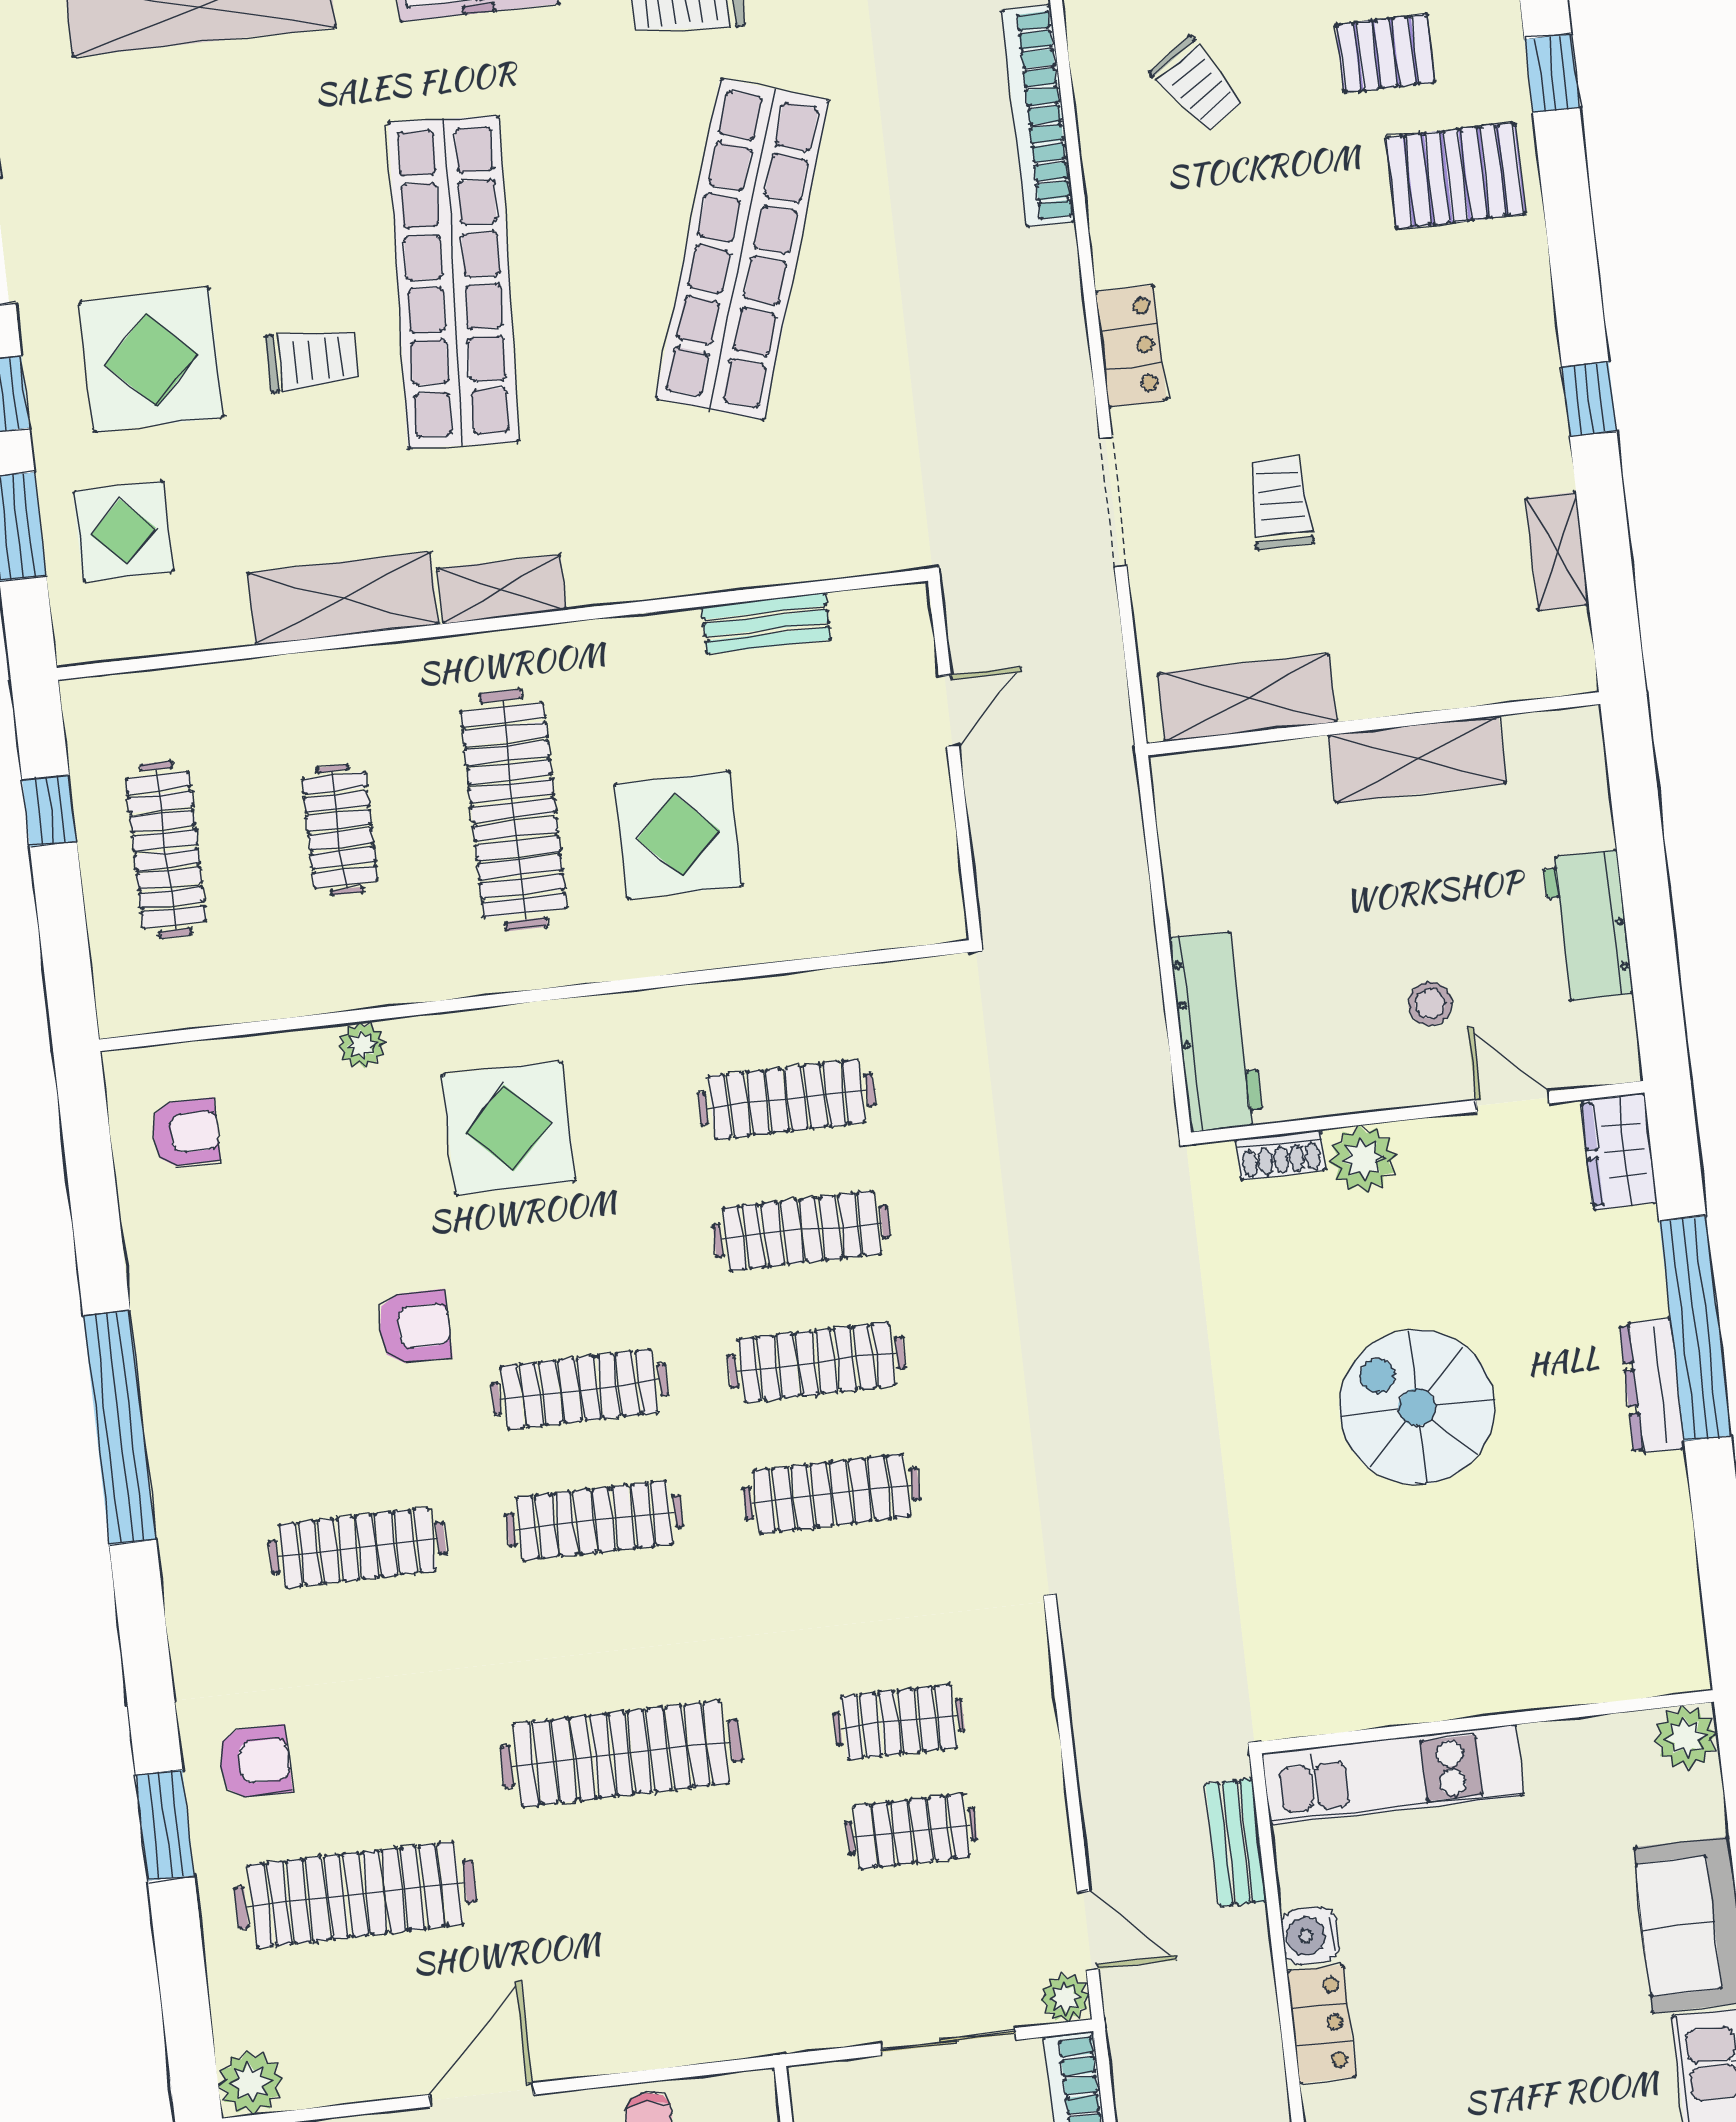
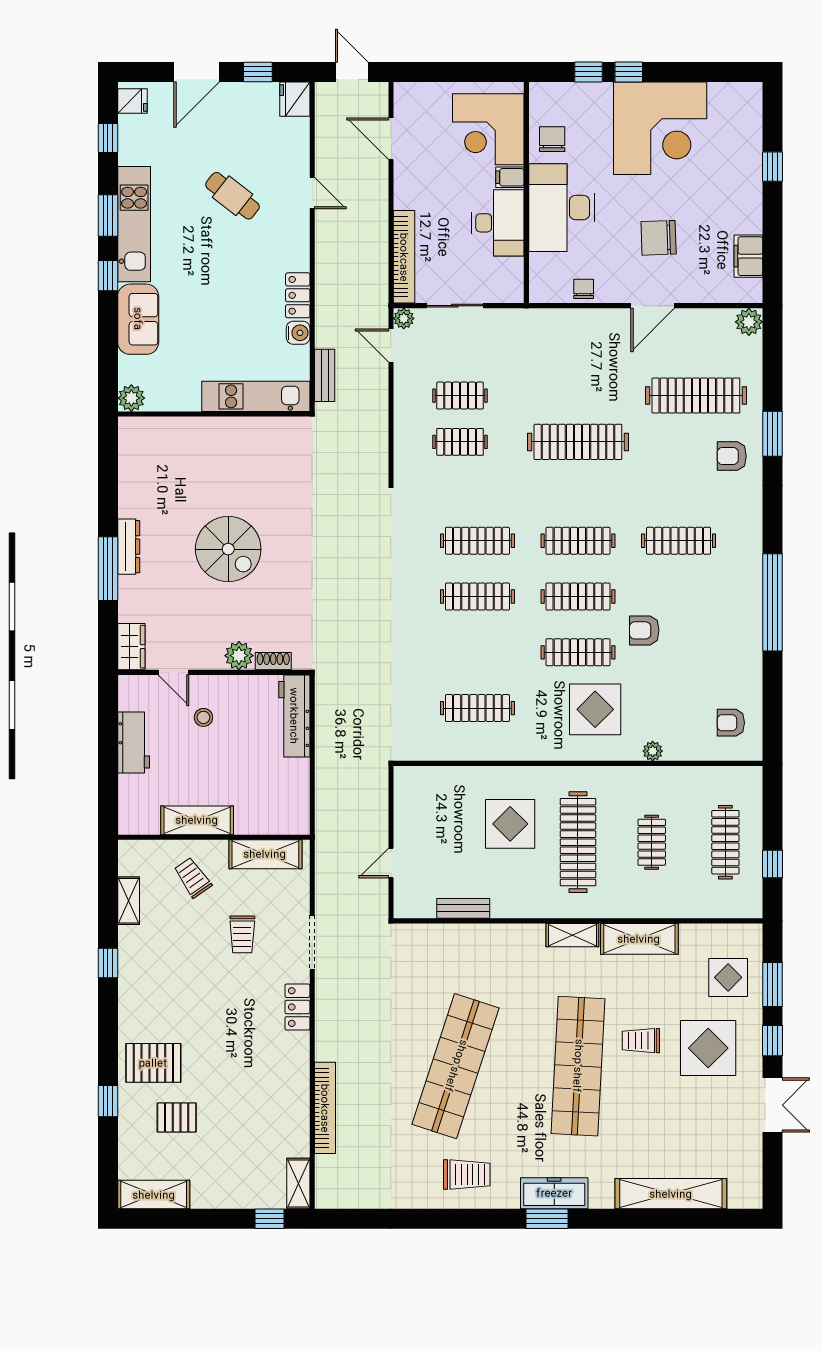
trolley: (1197, 85) -> (193, 878), moved
clothes rail: (802, 1231) -> (578, 652), moved
window: (1695, 1329) -> (108, 569), width x0.68

